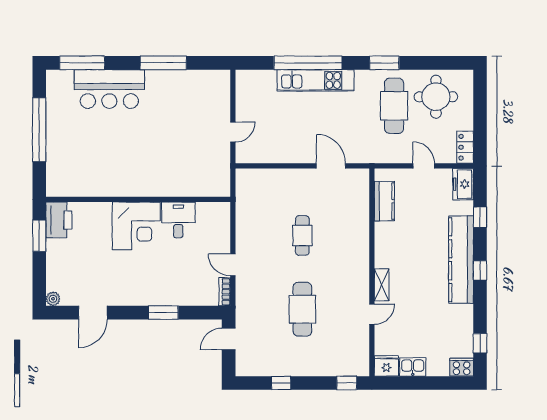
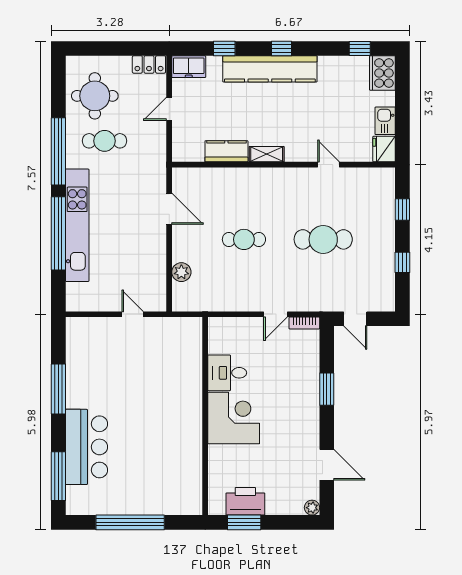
window: (384, 63) -> (58, 151), width x2.11
kitchen unit: (316, 80) -> (77, 225), width x1.36
cafe table: (394, 106) -> (105, 141), width x0.73, depth x0.74
door: (331, 166) -> (169, 209), swing flipped
plant: (272, 177) -> (181, 272), added
kitchen counter: (384, 201) -> (226, 151), moved
printer: (59, 220) -> (245, 501), moved
shelving: (382, 285) -> (267, 154), moved
cooker: (462, 367) -> (382, 73), width x1.37, depth x1.31
window: (347, 383) -> (402, 209), moved

